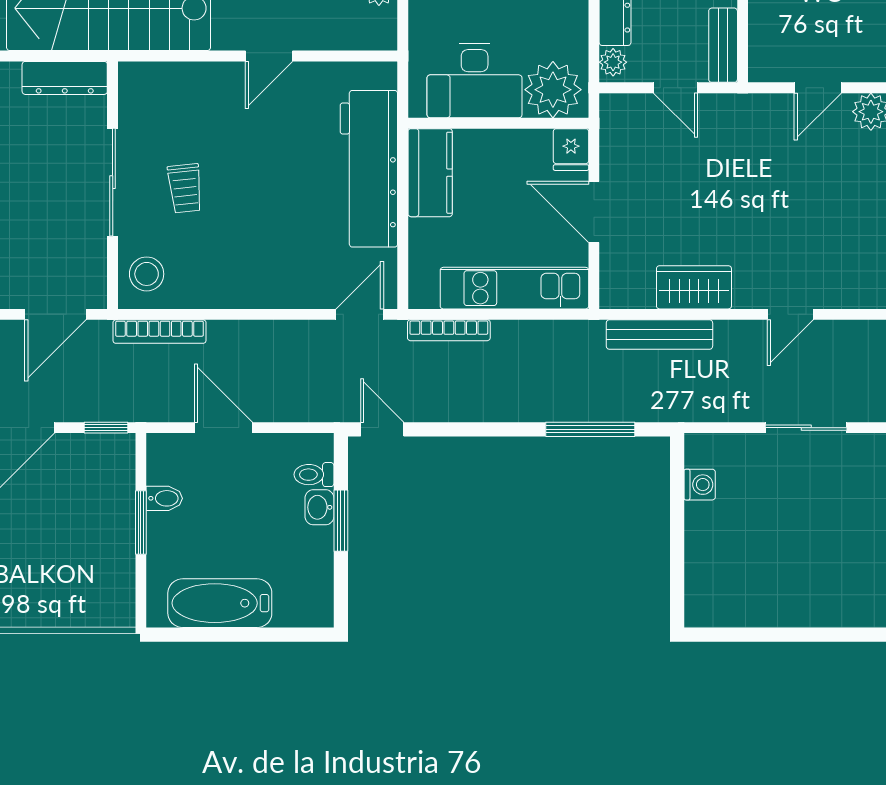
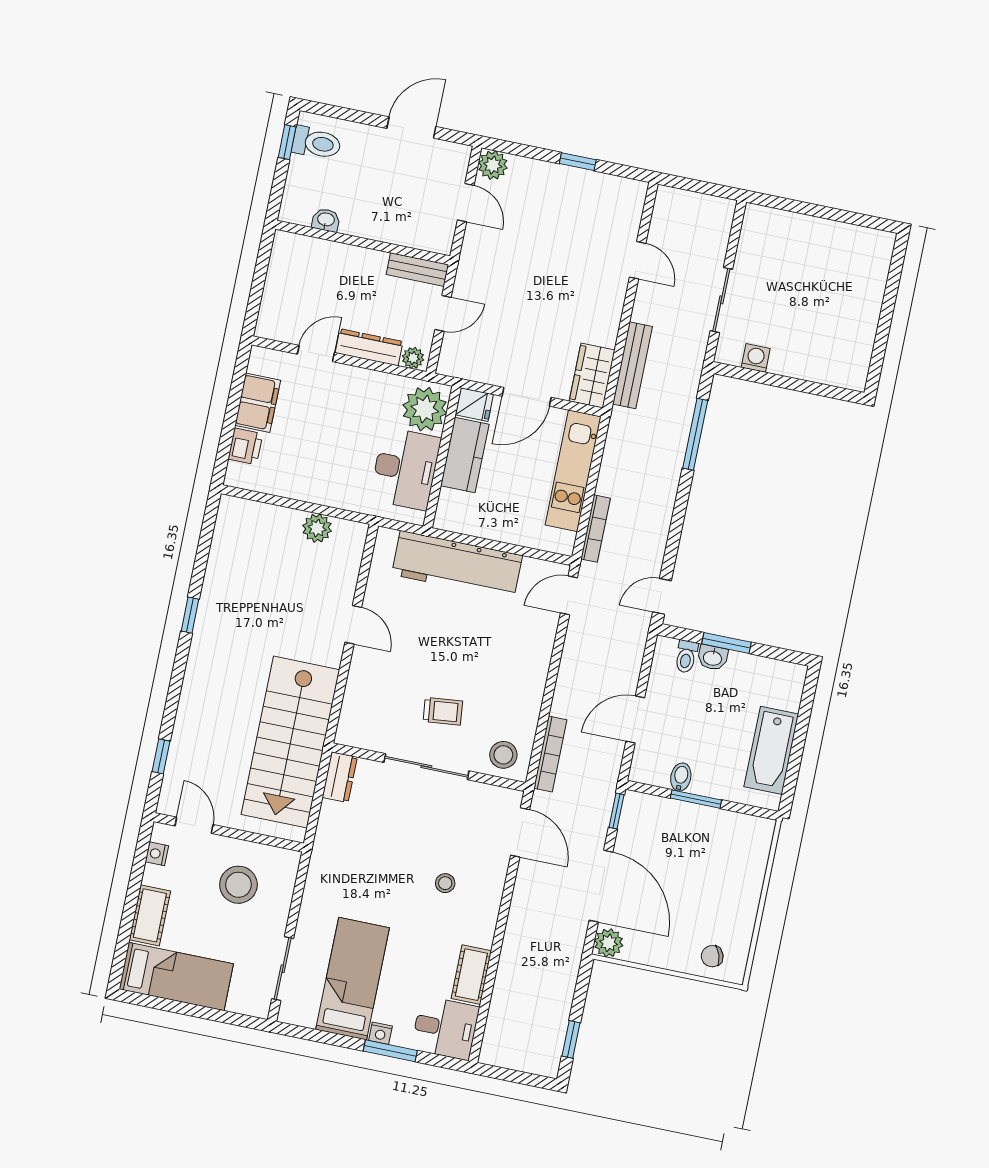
dresser: (65, 78) -> (340, 777), width x0.70
kitchen counter: (430, 173) -> (465, 455), moved, turned 90
wardrobe: (694, 287) -> (592, 375), moved
door: (360, 314) -> (569, 595), hinge flipped
sliding door: (806, 428) -> (721, 300), moved

